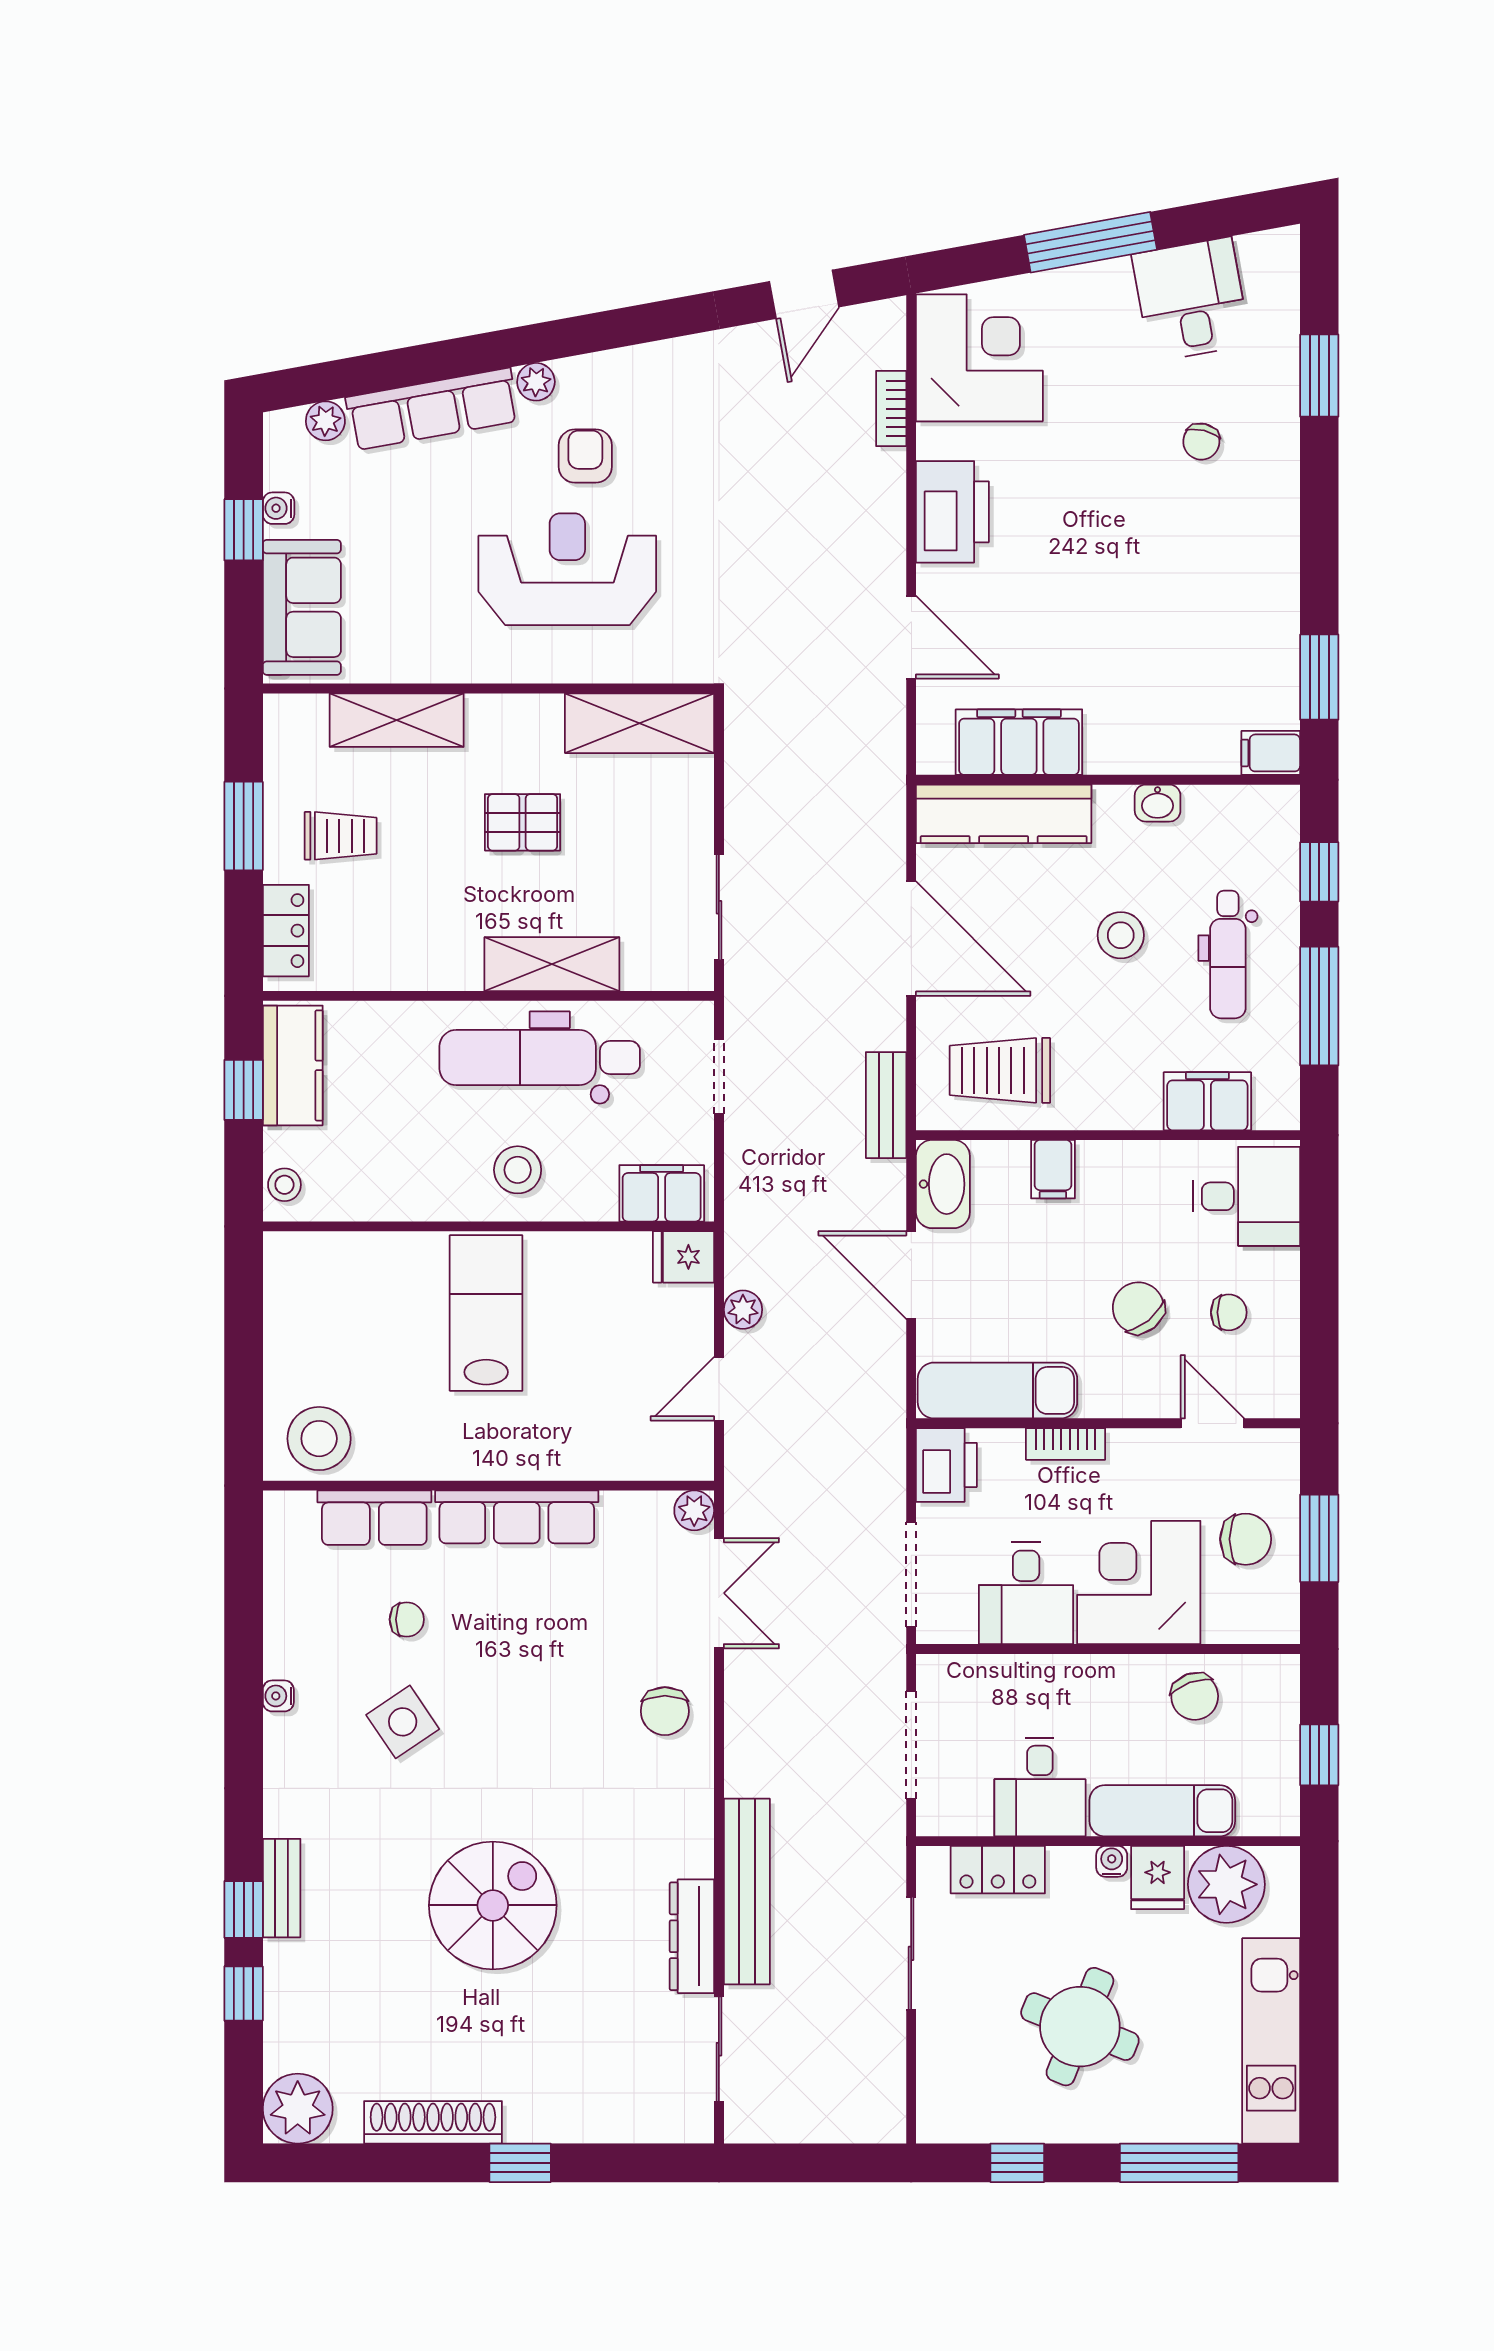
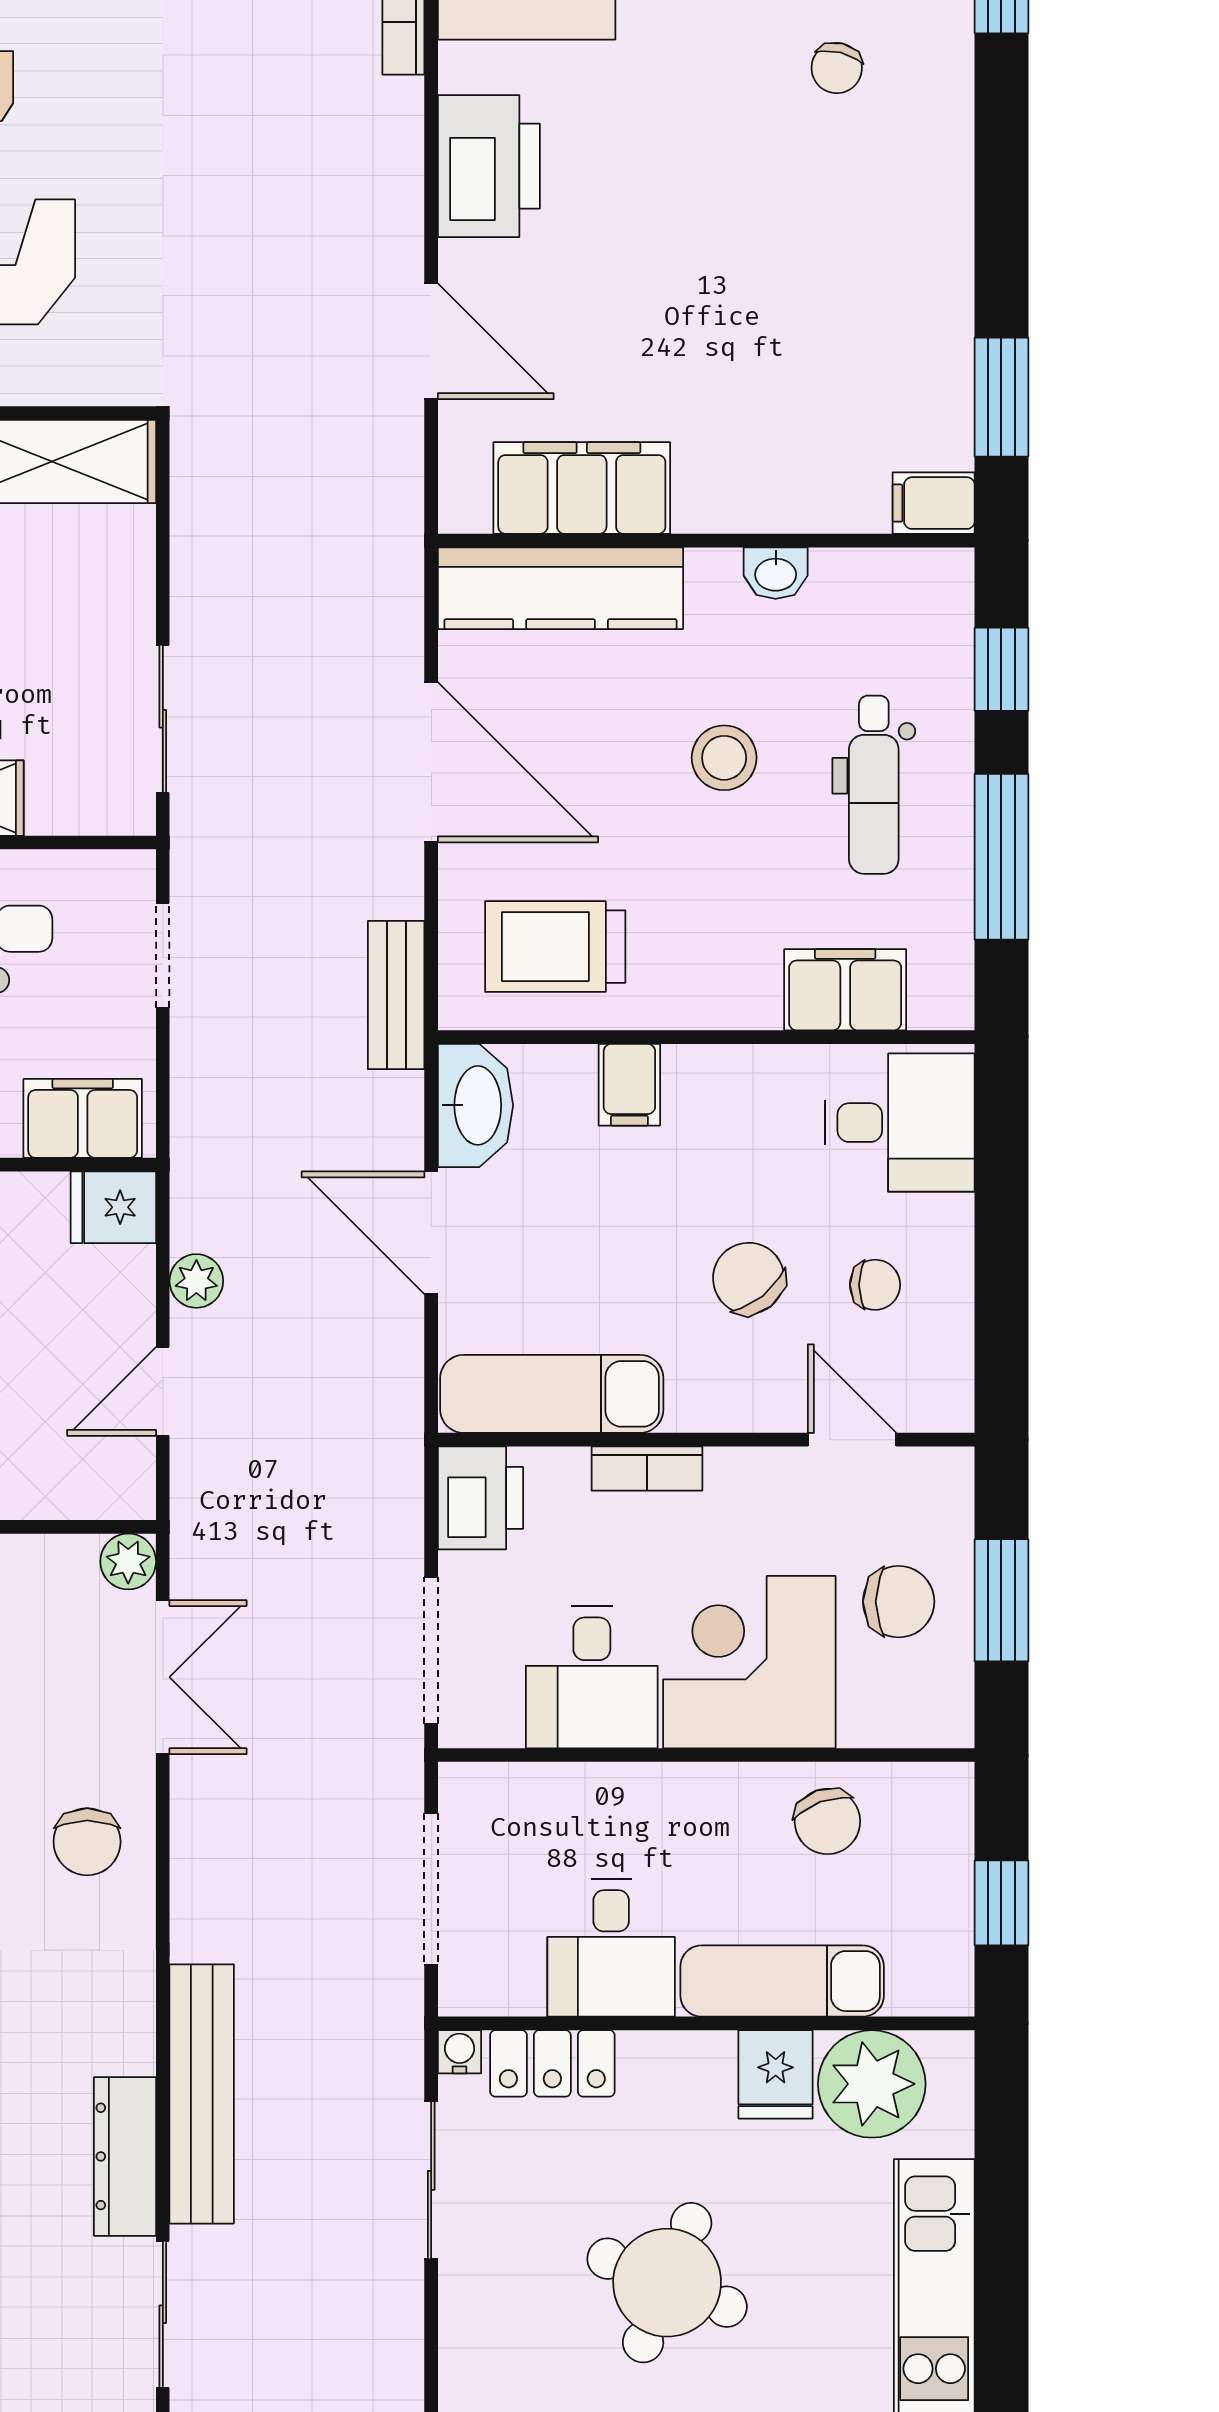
water cooler: (1112, 1861) -> (459, 2052), moved

